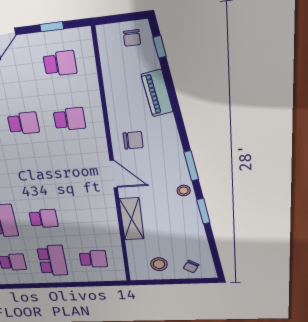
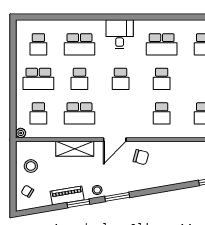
piano: (157, 93) -> (67, 195), moved
chair: (133, 140) -> (141, 157), turned -75
school desk: (34, 173) -> (121, 79), added
school desk: (86, 216) -> (79, 113), added
plant: (120, 276) -> (21, 133), added

